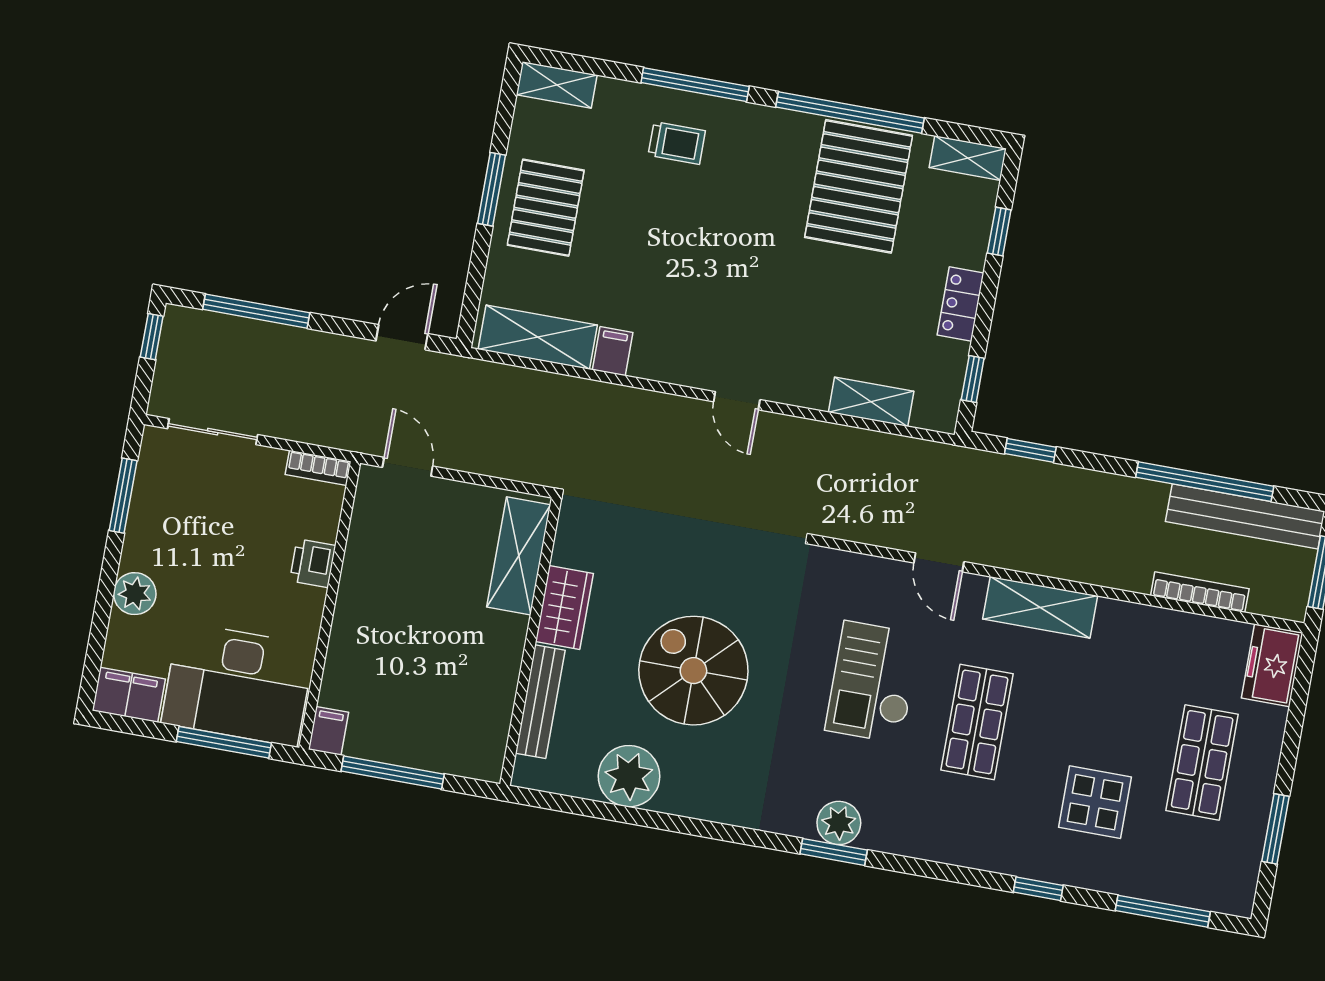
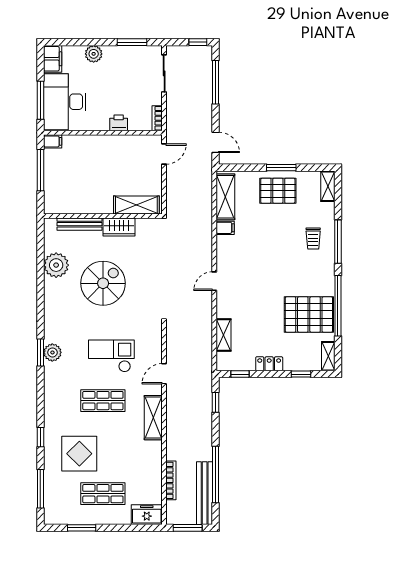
display table: (1095, 802) -> (79, 454), width x1.36, depth x1.36

